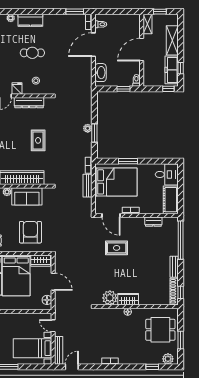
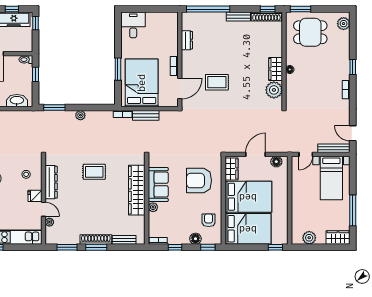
window: (94, 133) -> (54, 108), moved
cot: (171, 200) -> (162, 20), removed
rug: (117, 248) -> (217, 82), turned 90
dining table: (160, 330) -> (310, 32), turned 90
window: (181, 340) -> (300, 9), moved
window: (152, 367) -> (353, 67), moved

